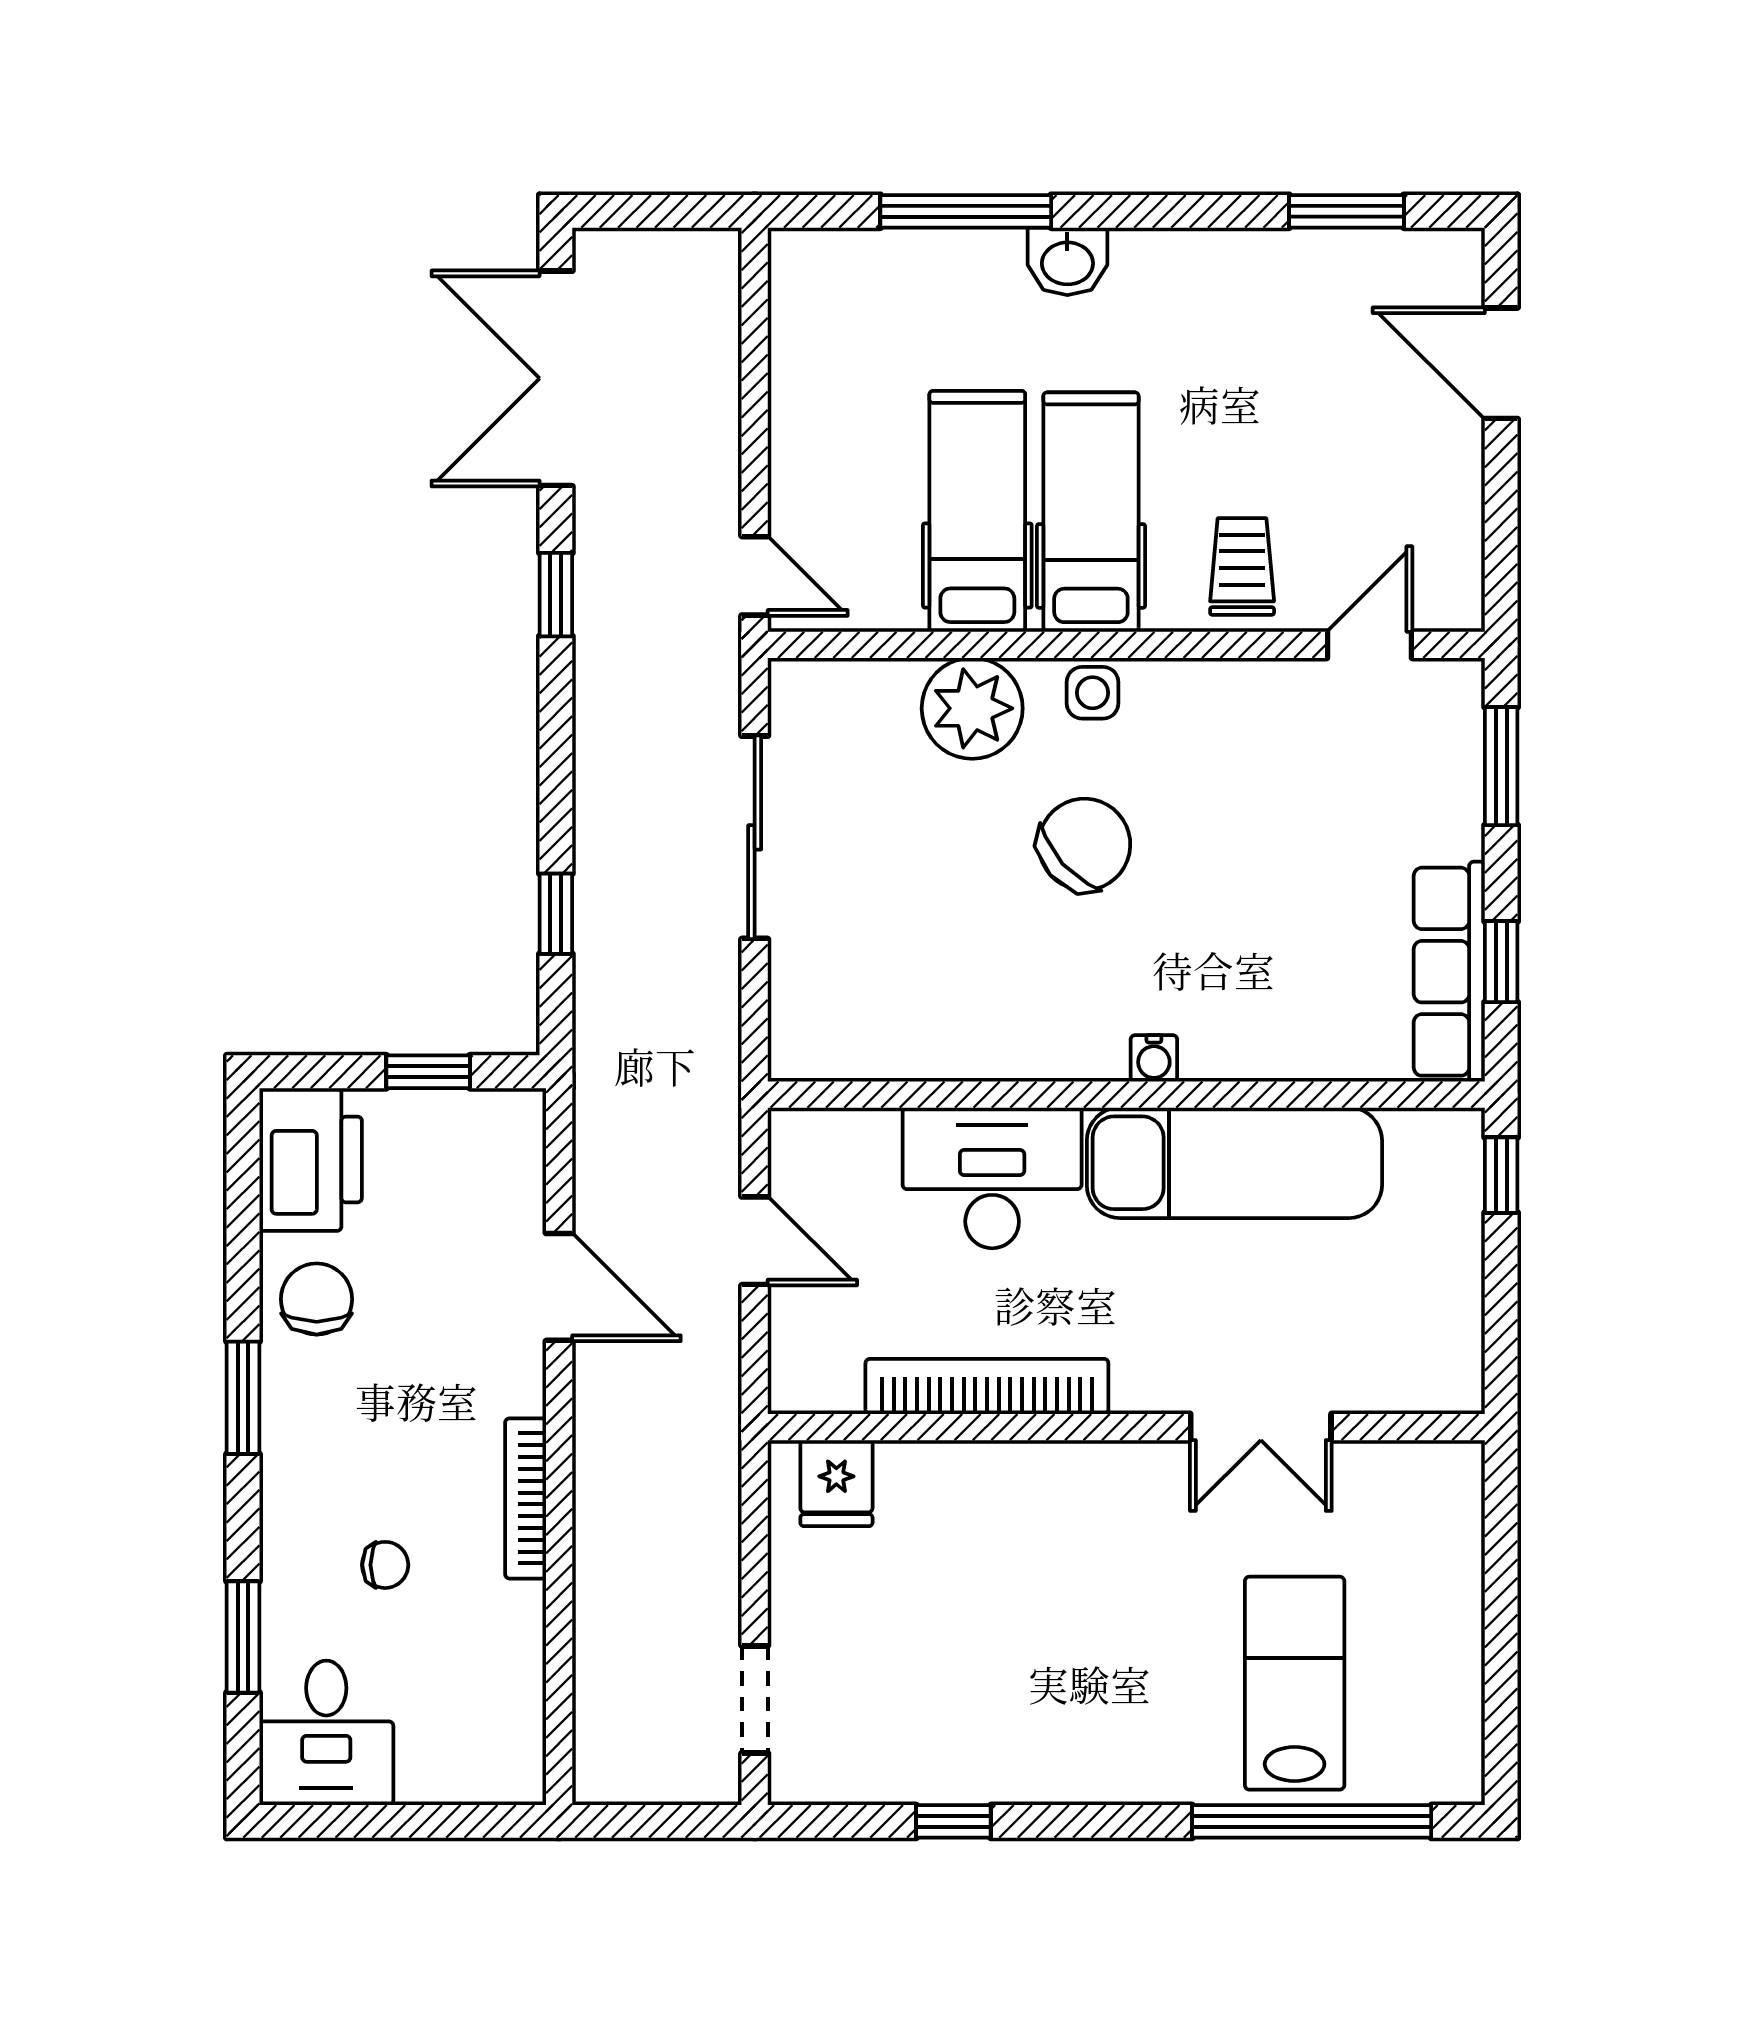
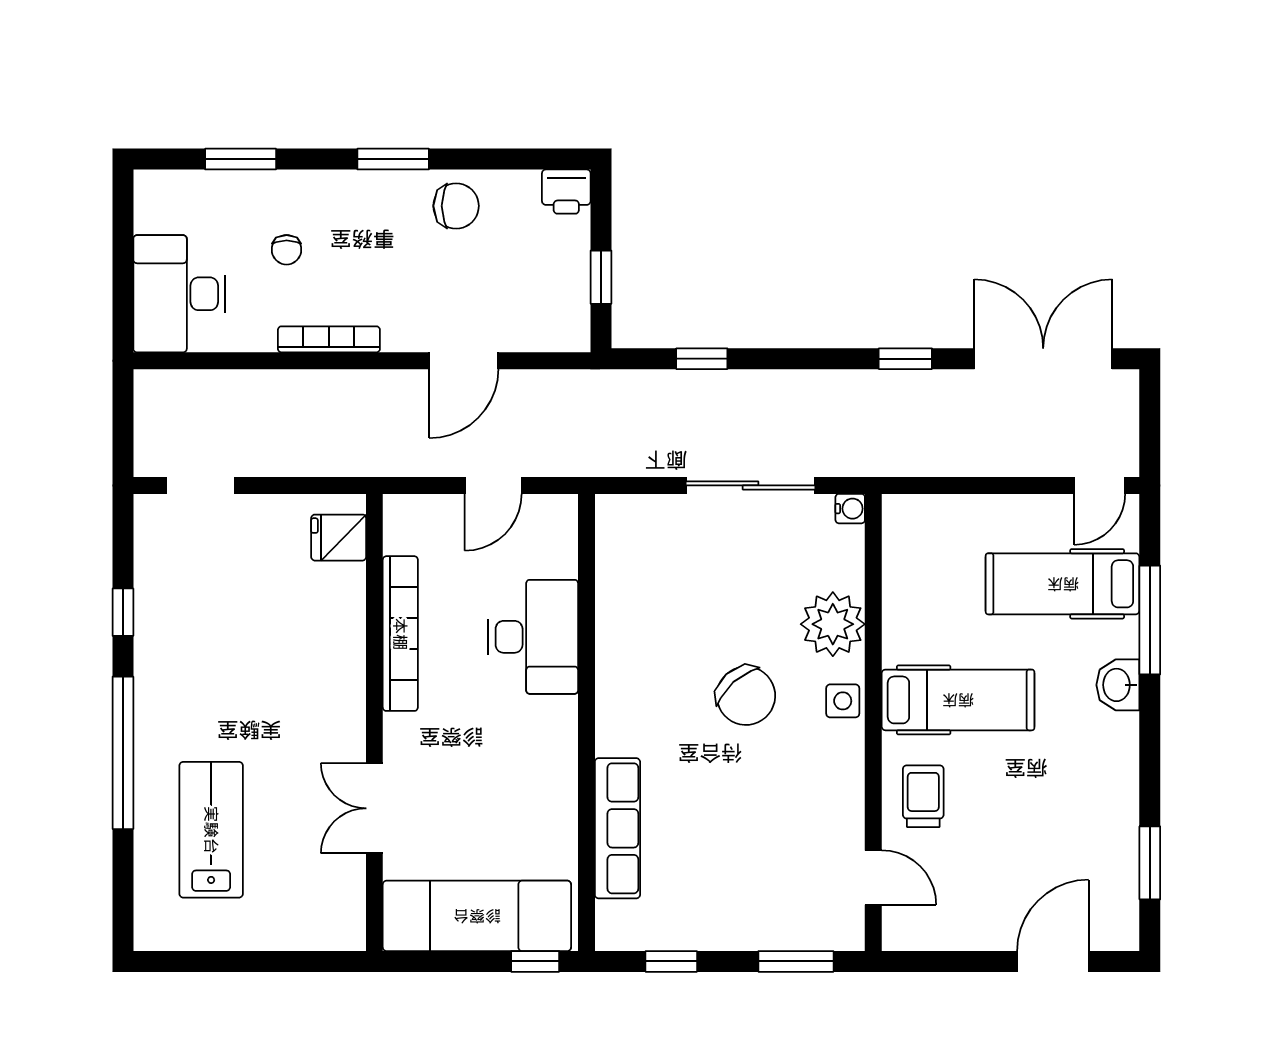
hospital bed: (977, 511) -> (1063, 584), moved, turned 180
trolley: (1242, 566) -> (923, 796), turned -90
door: (755, 576) -> (1100, 485), moved
row of seats: (1449, 972) -> (617, 828), moved, turned 90
water cooler: (1154, 1058) -> (850, 509), moved, turned 180
printer: (311, 1159) -> (566, 192), width x0.53, depth x0.68
exam couch: (1234, 1163) -> (477, 916), moved, turned 90
lab bench: (1295, 1683) -> (211, 830), turned -90
desk: (326, 1733) -> (179, 294), moved, width x1.37
window: (1312, 1821) -> (123, 753), moved

